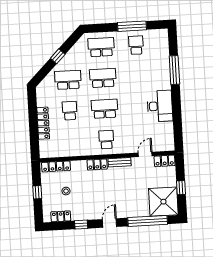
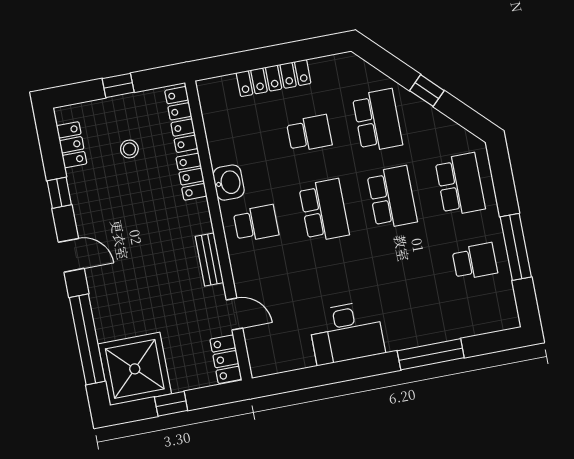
washbasin: (87, 149) -> (229, 183), added
locker: (97, 164) -> (191, 177), moved

